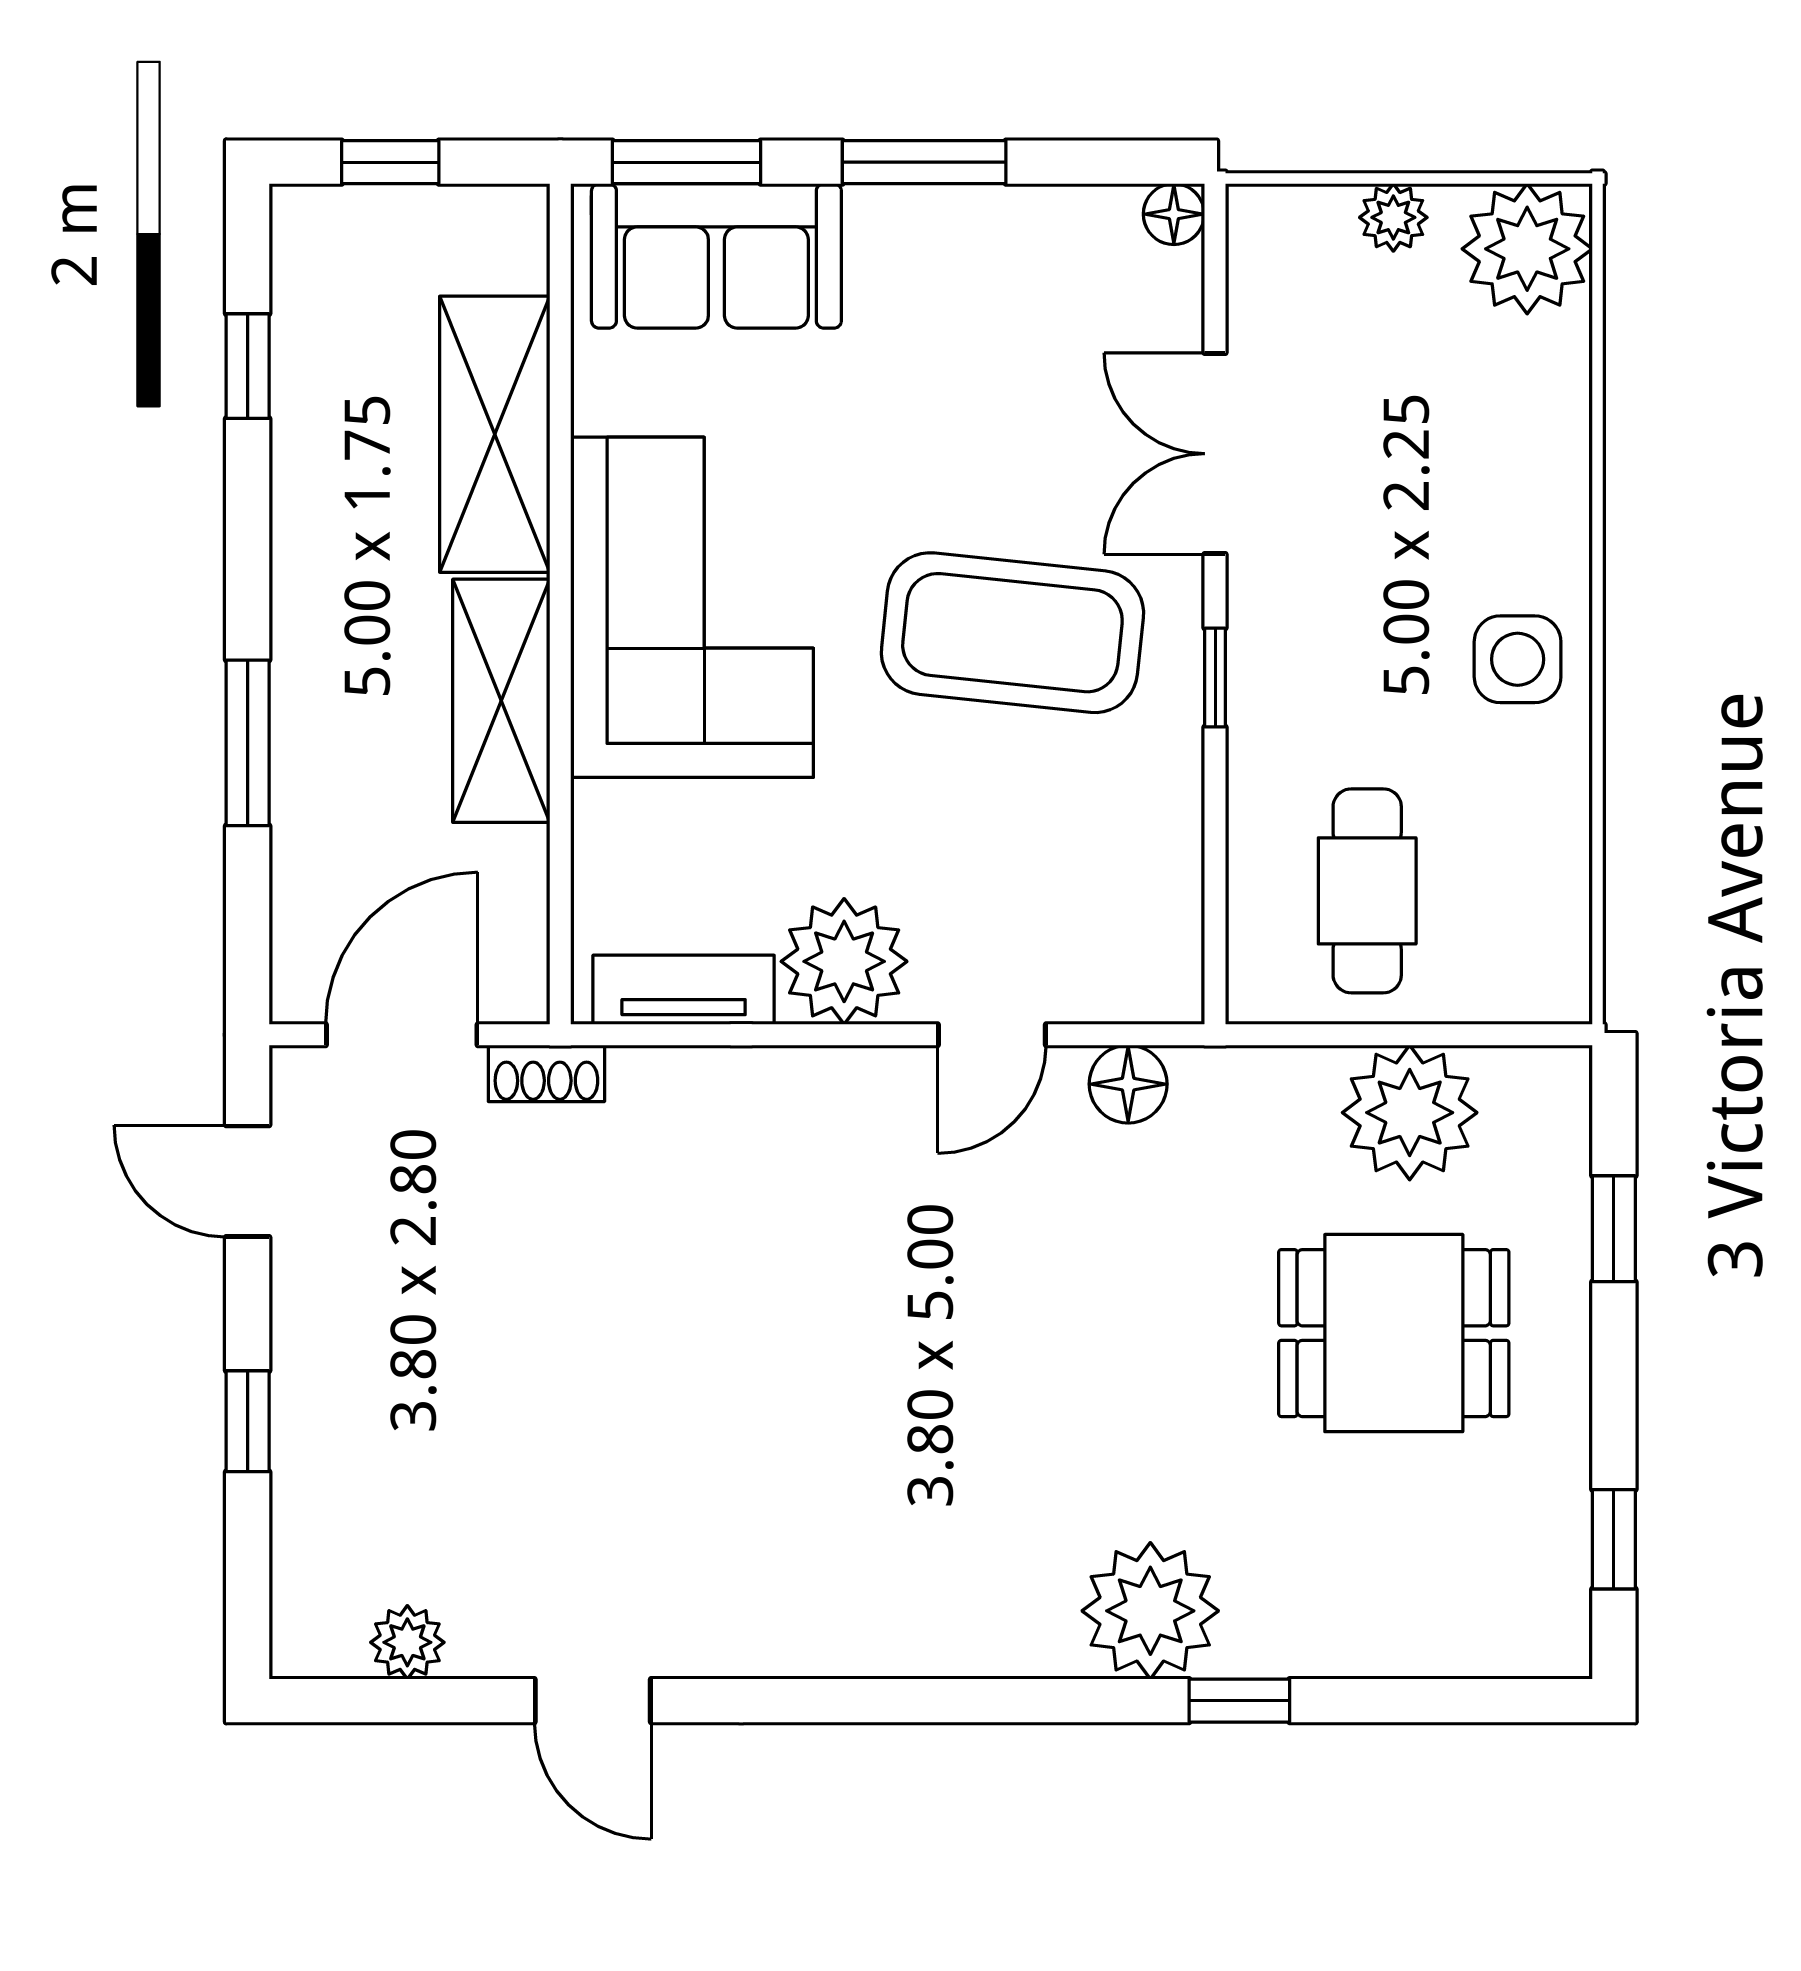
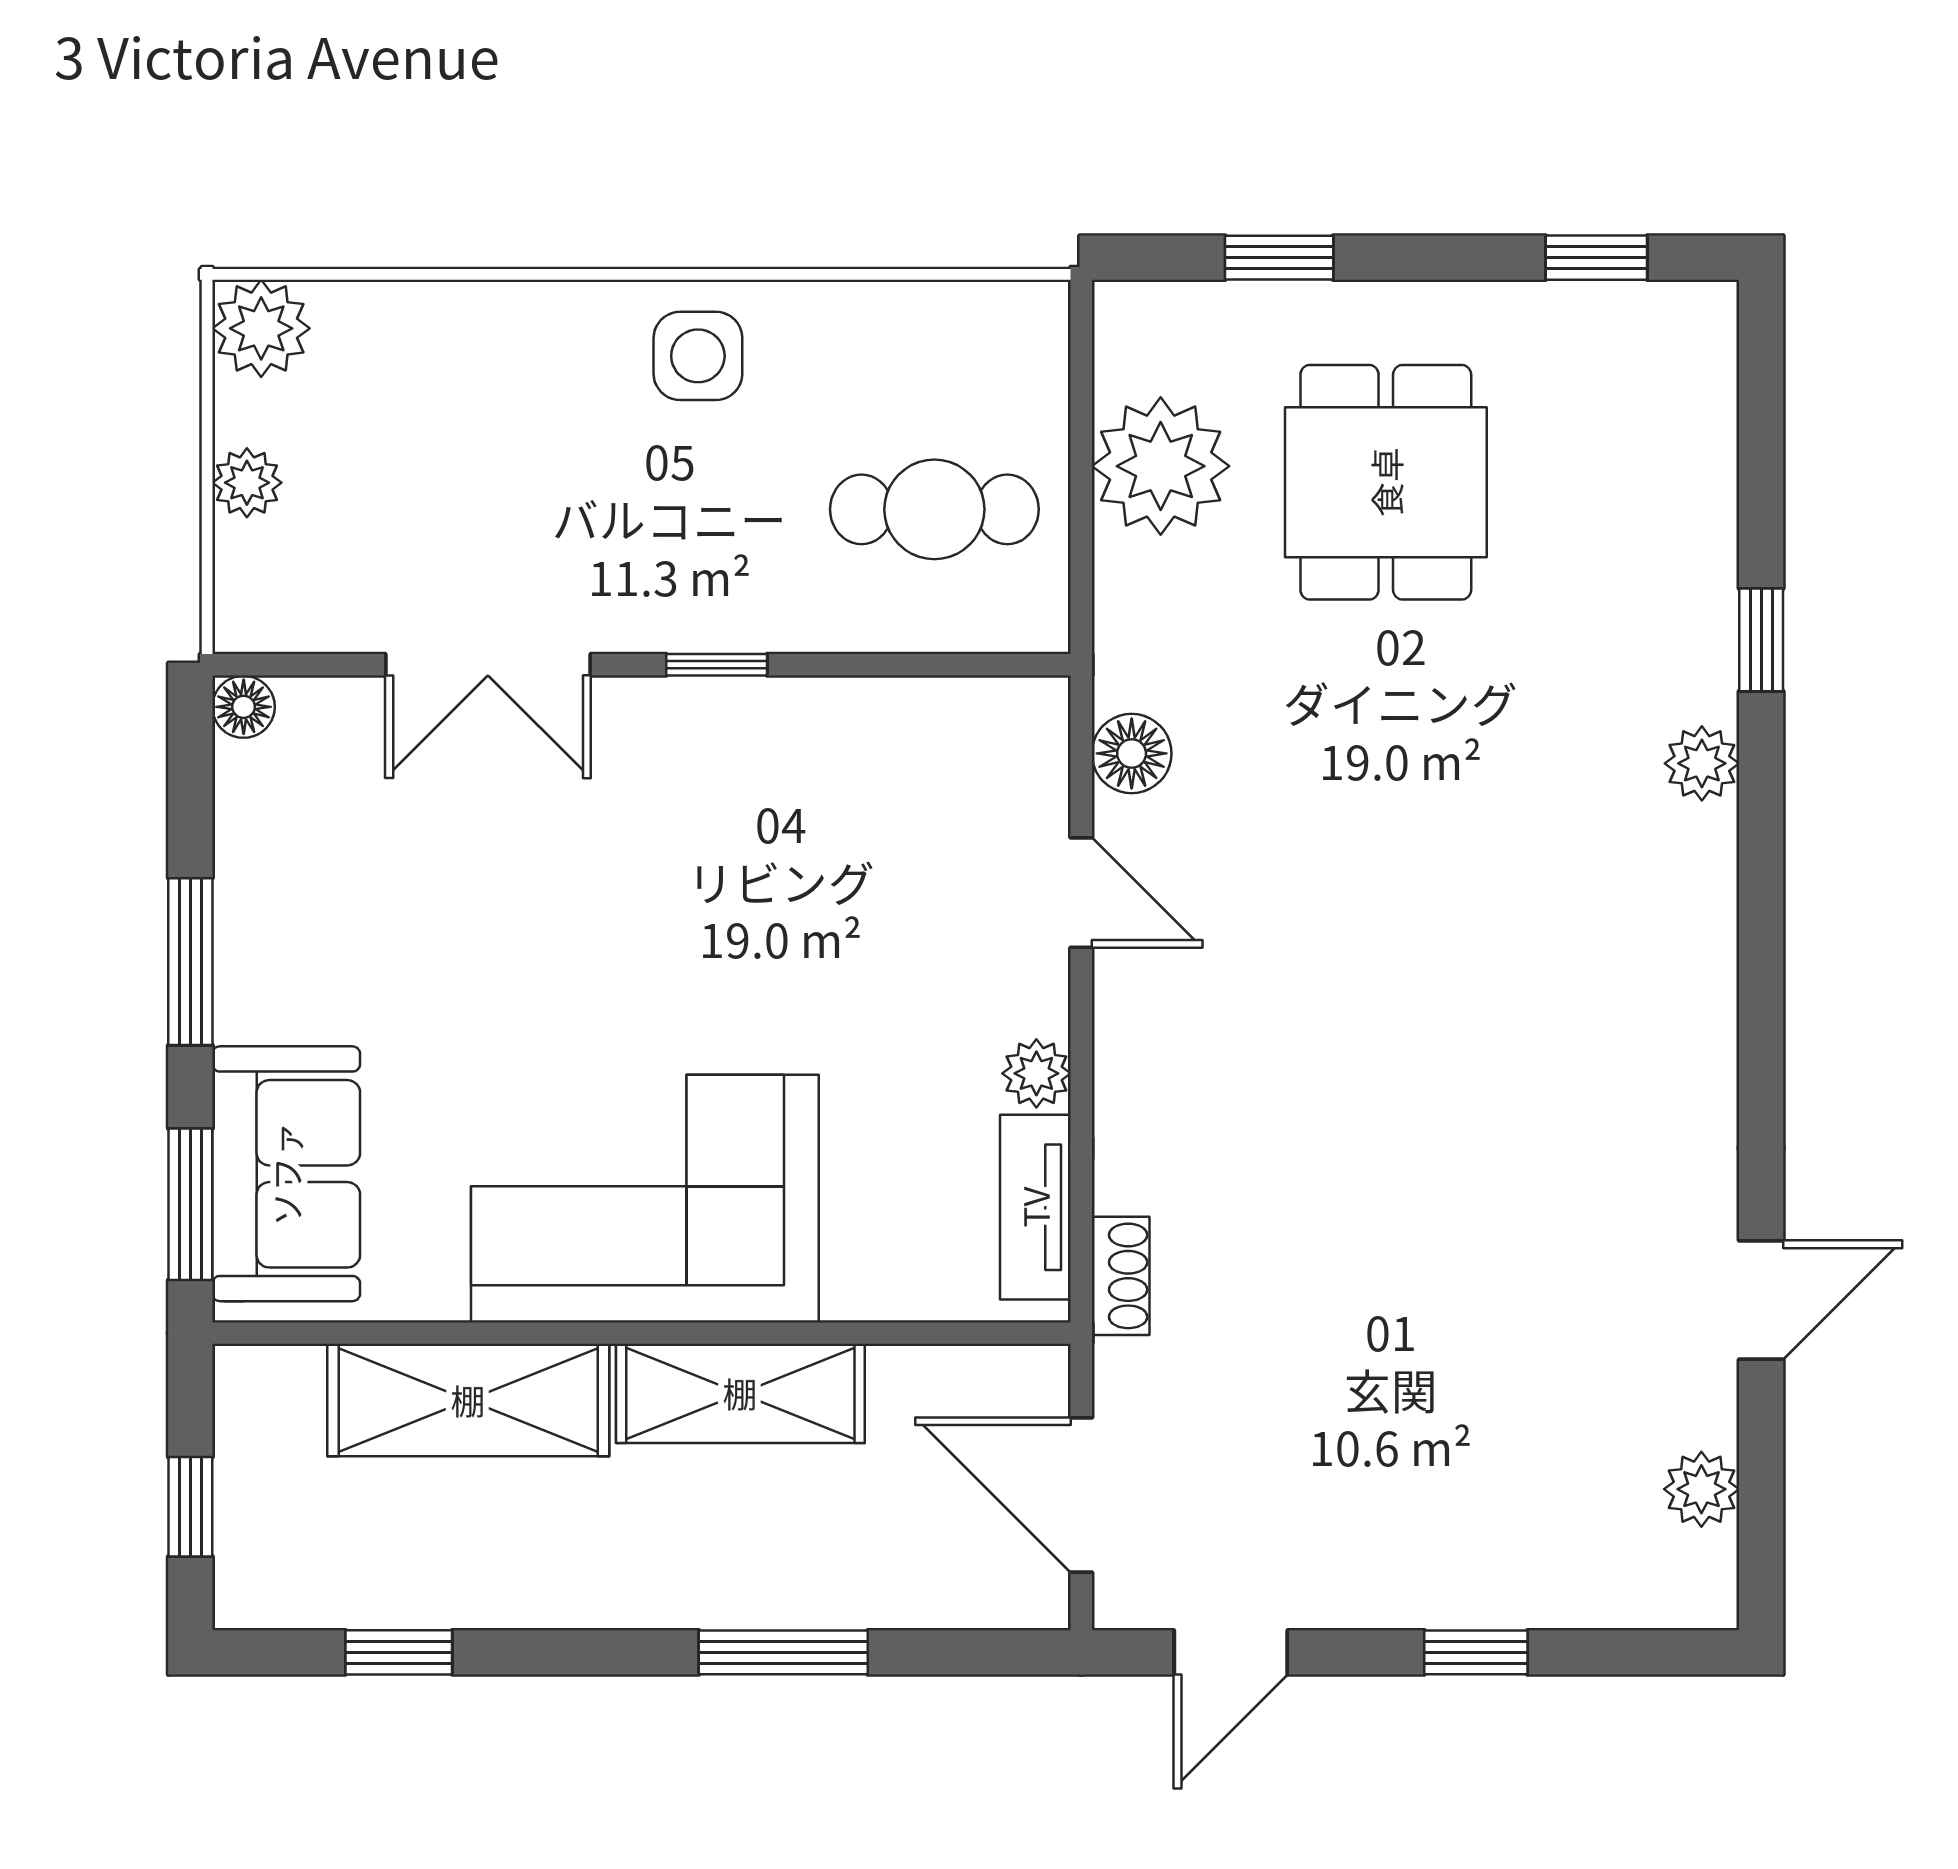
plant: (1527, 249) -> (261, 328), width x0.73, depth x0.73
coffee table: (1012, 633) -> (671, 872), removed
plant: (844, 961) -> (1036, 1073), width x0.53, depth x0.53
shoe rack: (546, 1073) -> (1121, 1276), moved
plant: (1150, 1611) -> (1702, 763), width x0.53, depth x0.53

